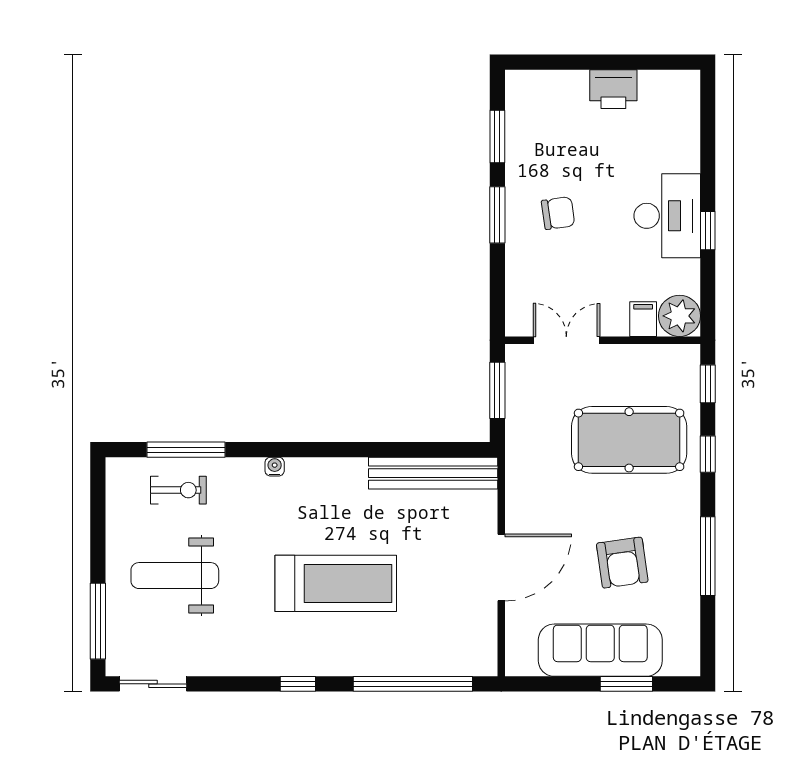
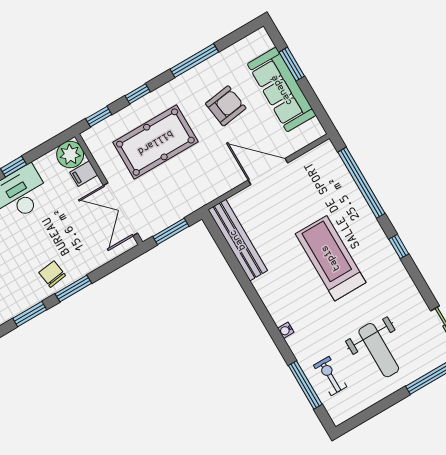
chair: (558, 213) -> (52, 274), moved
double door: (566, 340) -> (120, 209), width x1.37
pool table: (629, 440) -> (155, 142), turned 90

